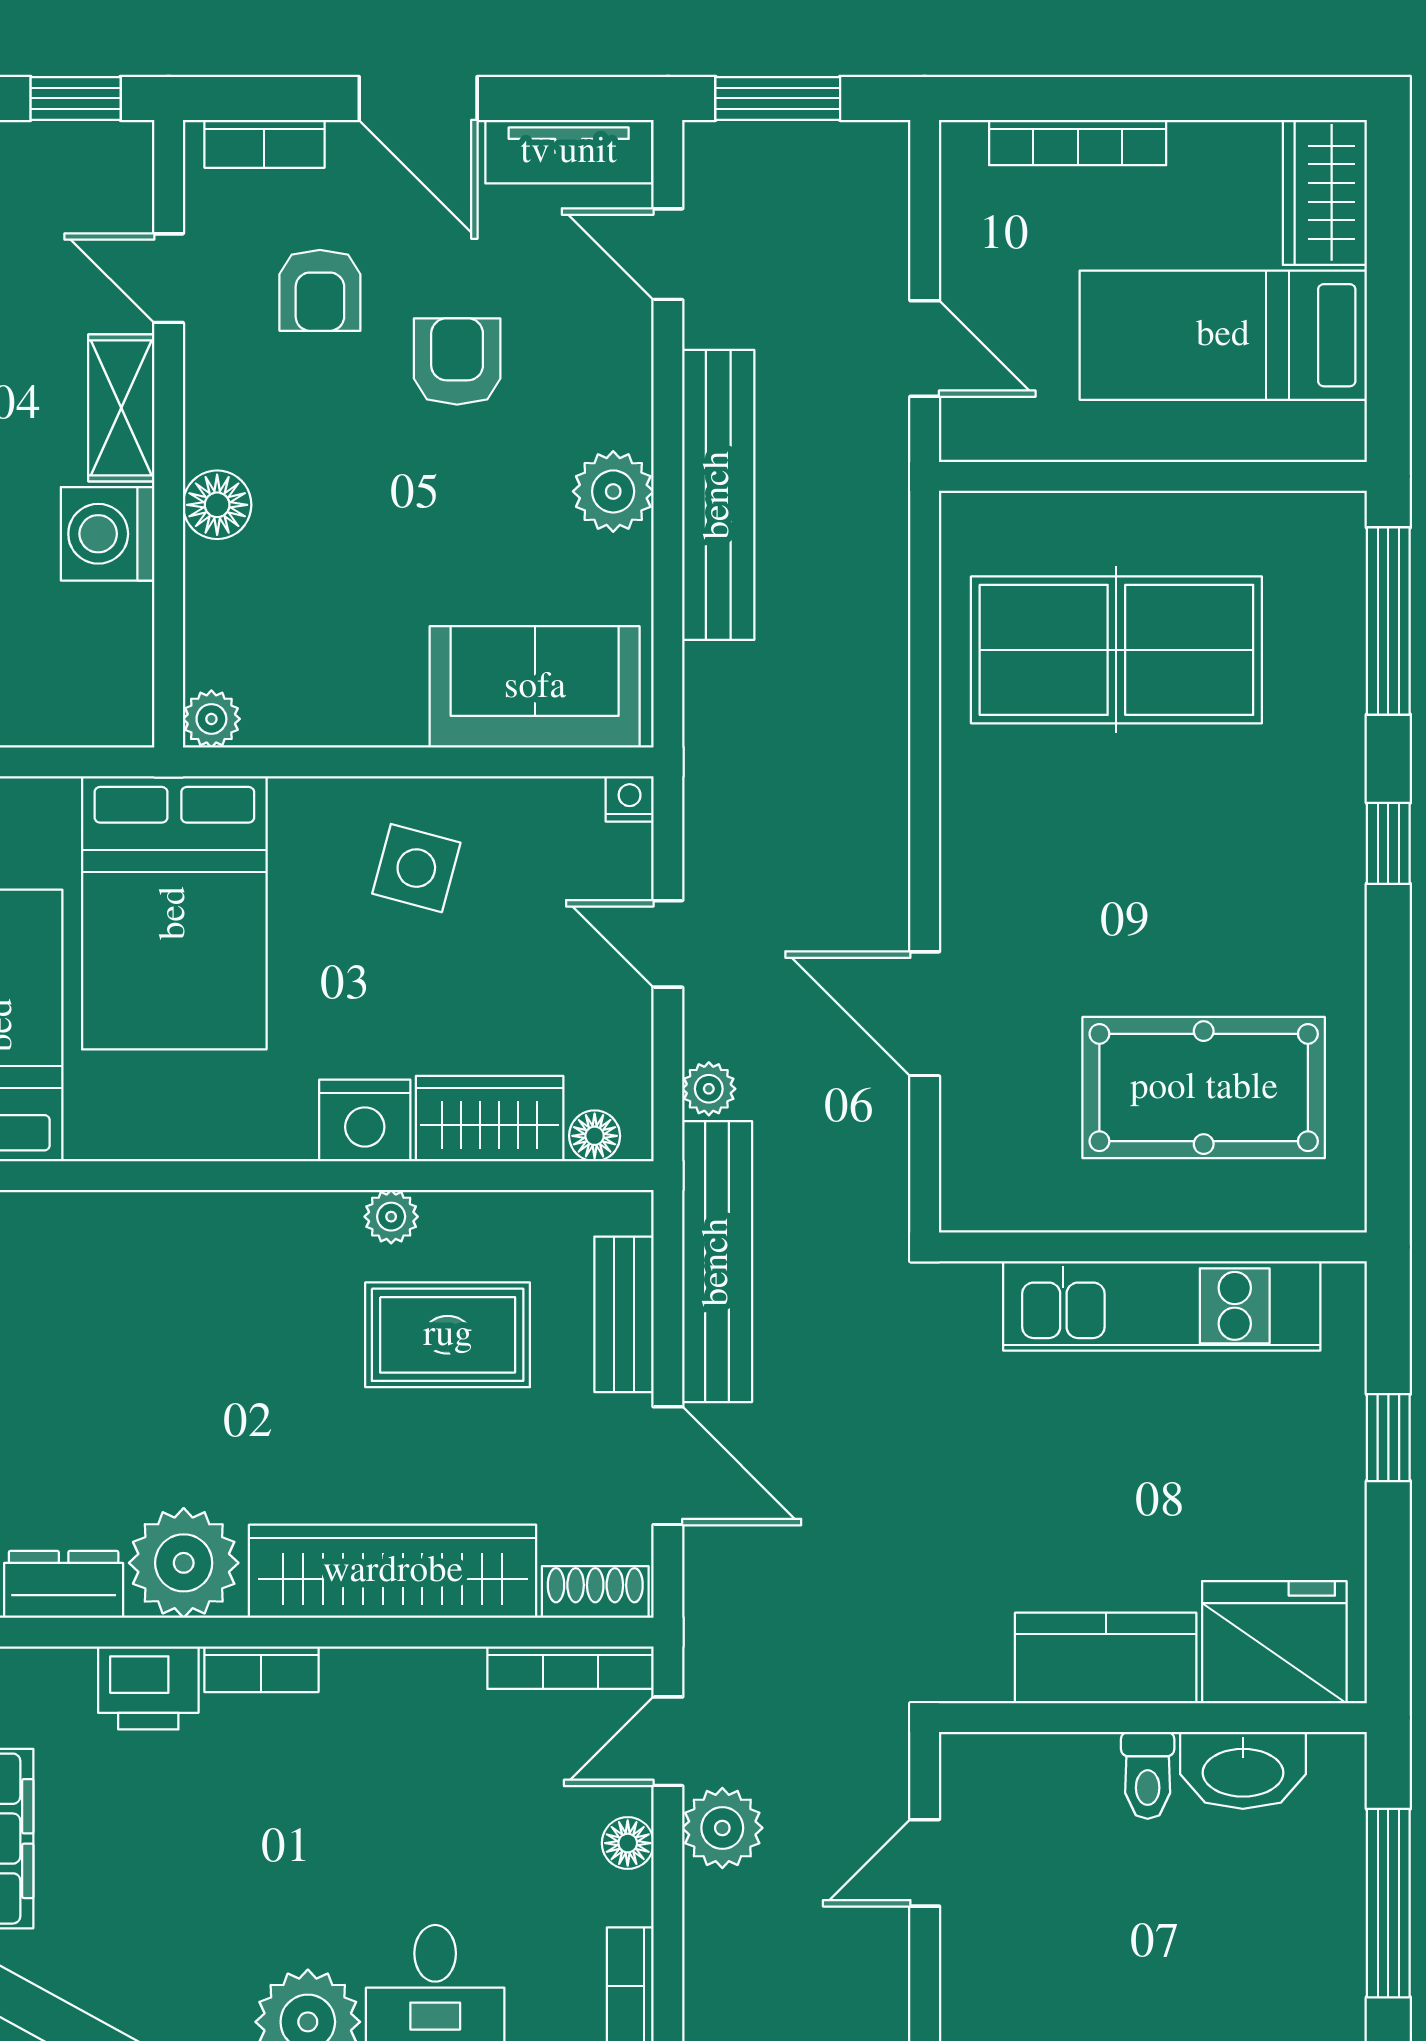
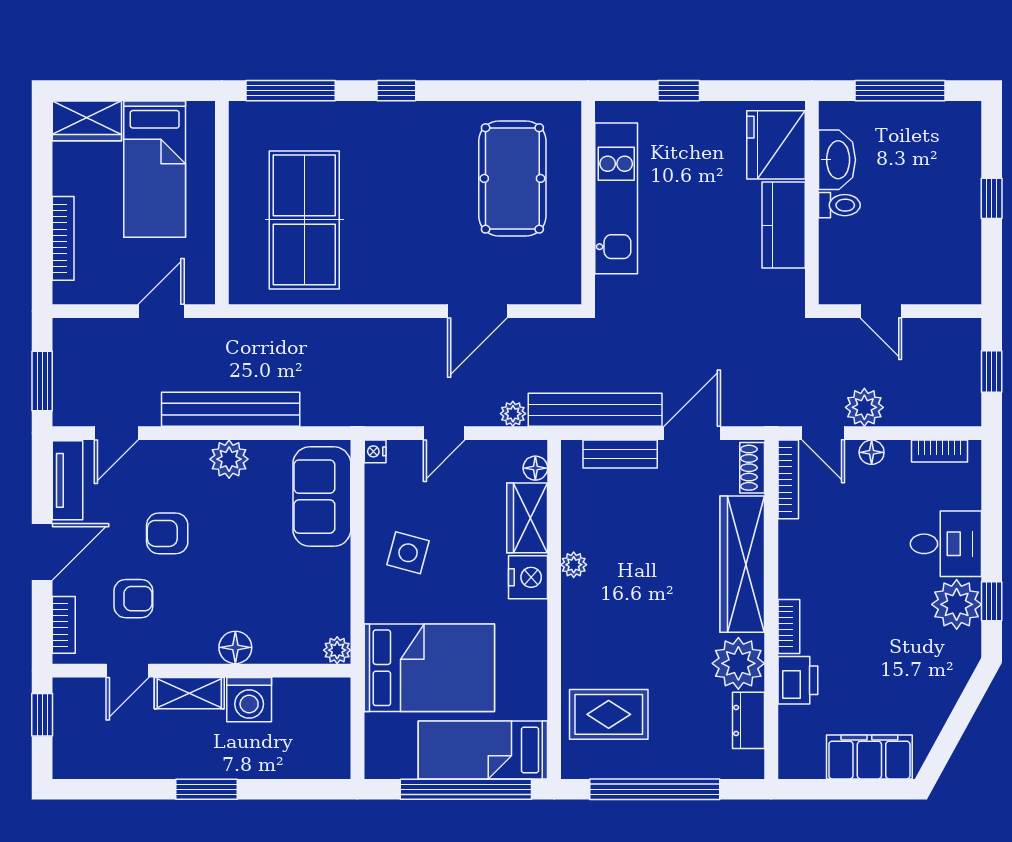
rug: (448, 1335) -> (609, 714), moved, turned 90

